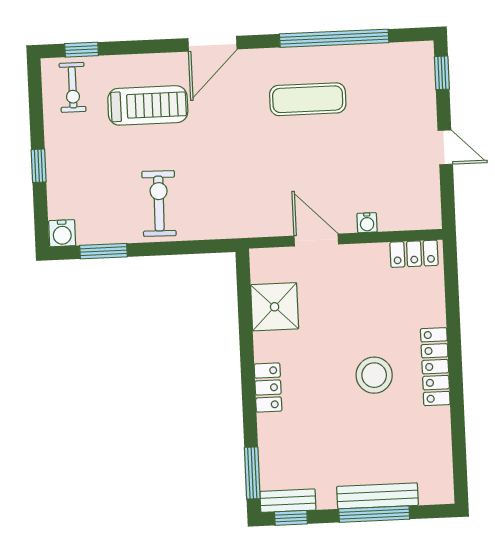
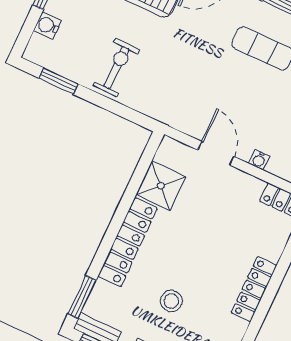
water cooler: (62, 233) -> (47, 26), moved, turned 90
stool: (374, 375) -> (171, 301), moved, width x0.73, depth x0.73
locker: (268, 388) -> (128, 242), width x2.16, depth x1.21

